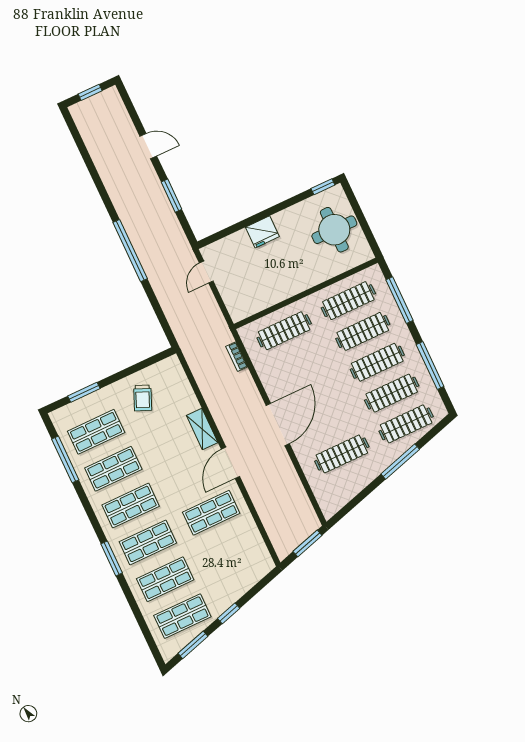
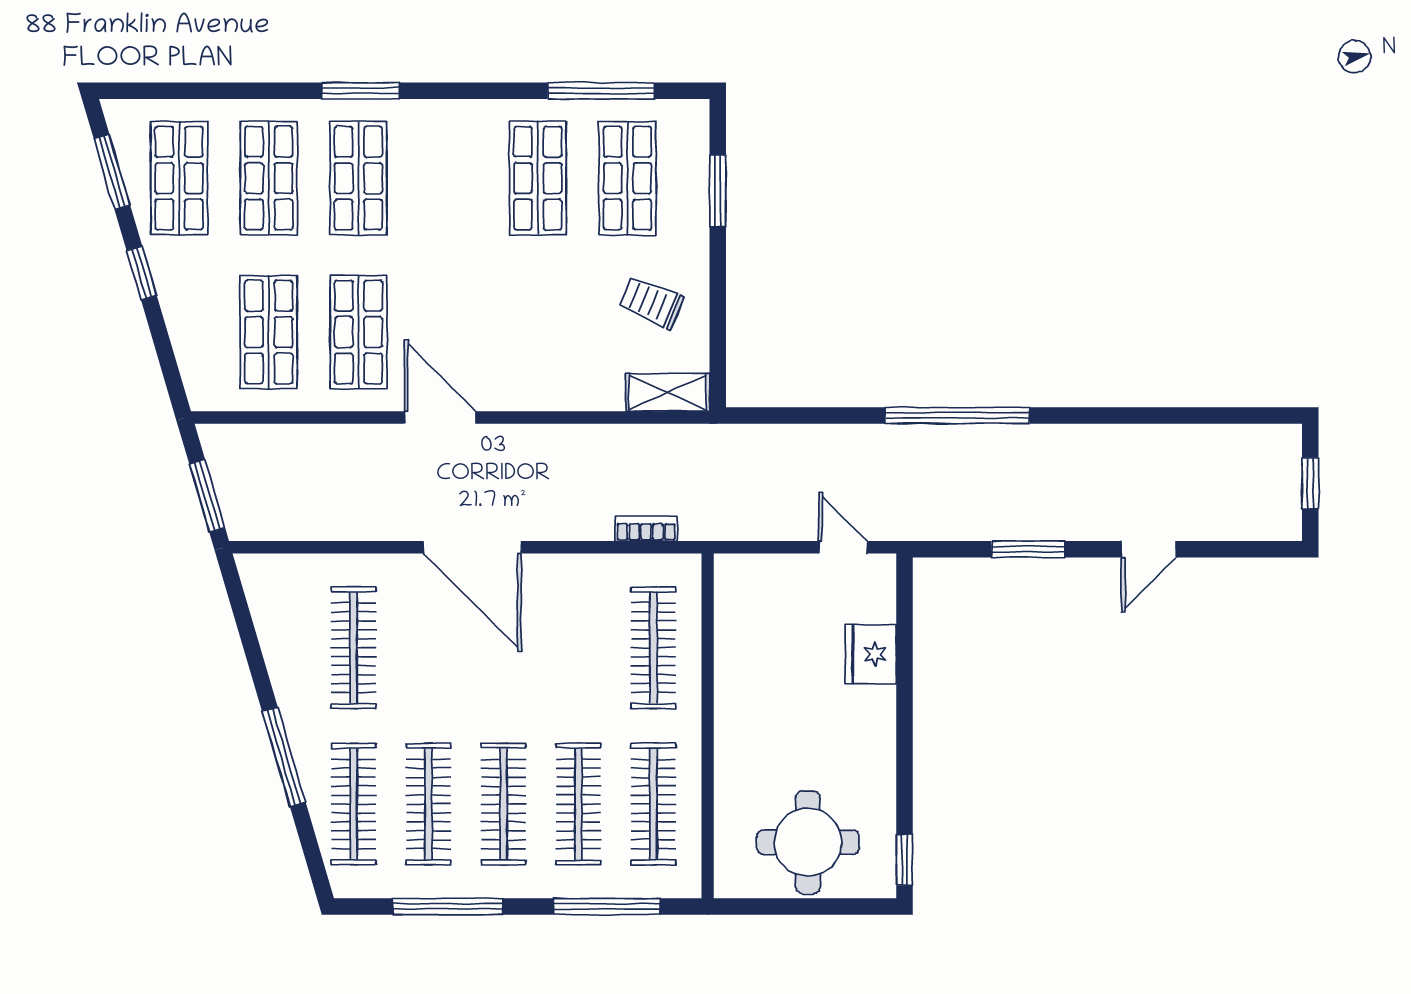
fridge: (262, 232) -> (871, 654), moved
shelving: (202, 429) -> (668, 392), moved
shop shelf: (131, 506) -> (269, 332), moved

